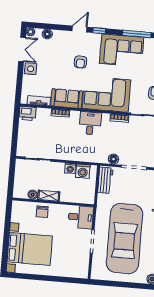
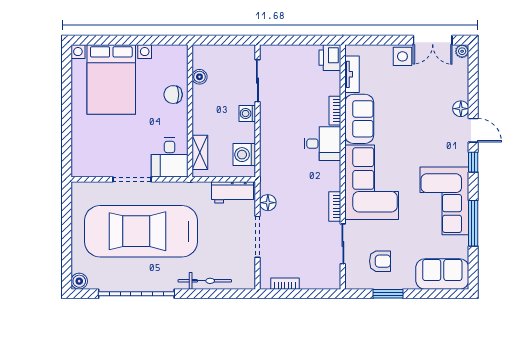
floor lamp: (47, 34) -> (461, 109), moved
armchair: (80, 62) -> (420, 136), removed
desk: (90, 123) -> (322, 144), moved
washing machine: (70, 168) -> (247, 114), moved
shelving: (49, 196) -> (200, 152), moved

